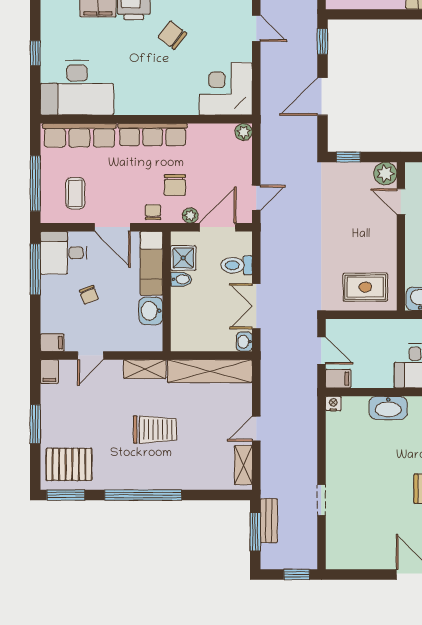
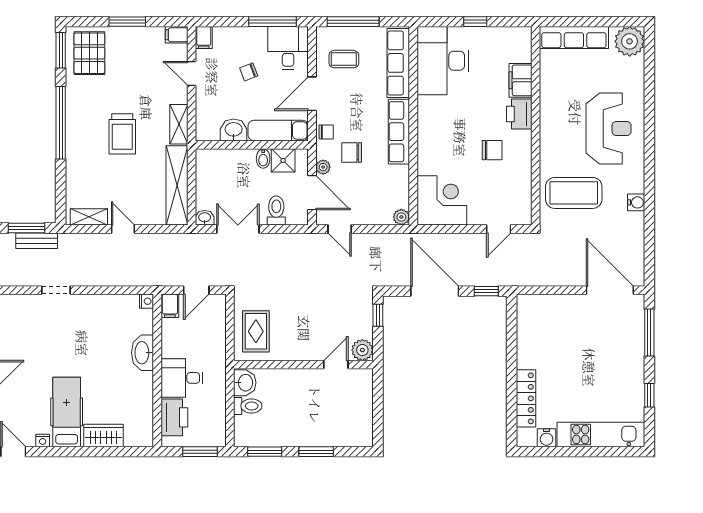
chair: (172, 35) -> (492, 150), turned 53
door: (322, 96) -> (435, 291), width x1.36

